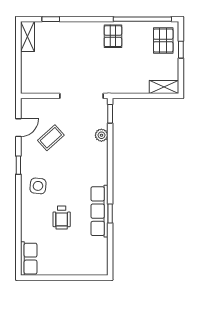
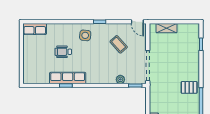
shelving: (27, 36) -> (167, 28), moved
door: (18, 128) -> (137, 22), moved

